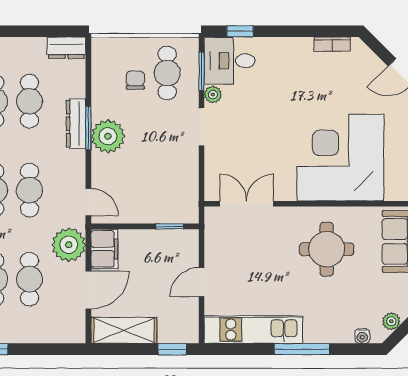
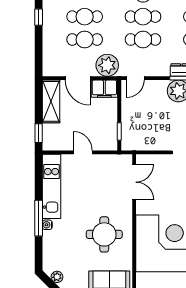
water cooler: (362, 336) -> (47, 225), moved

